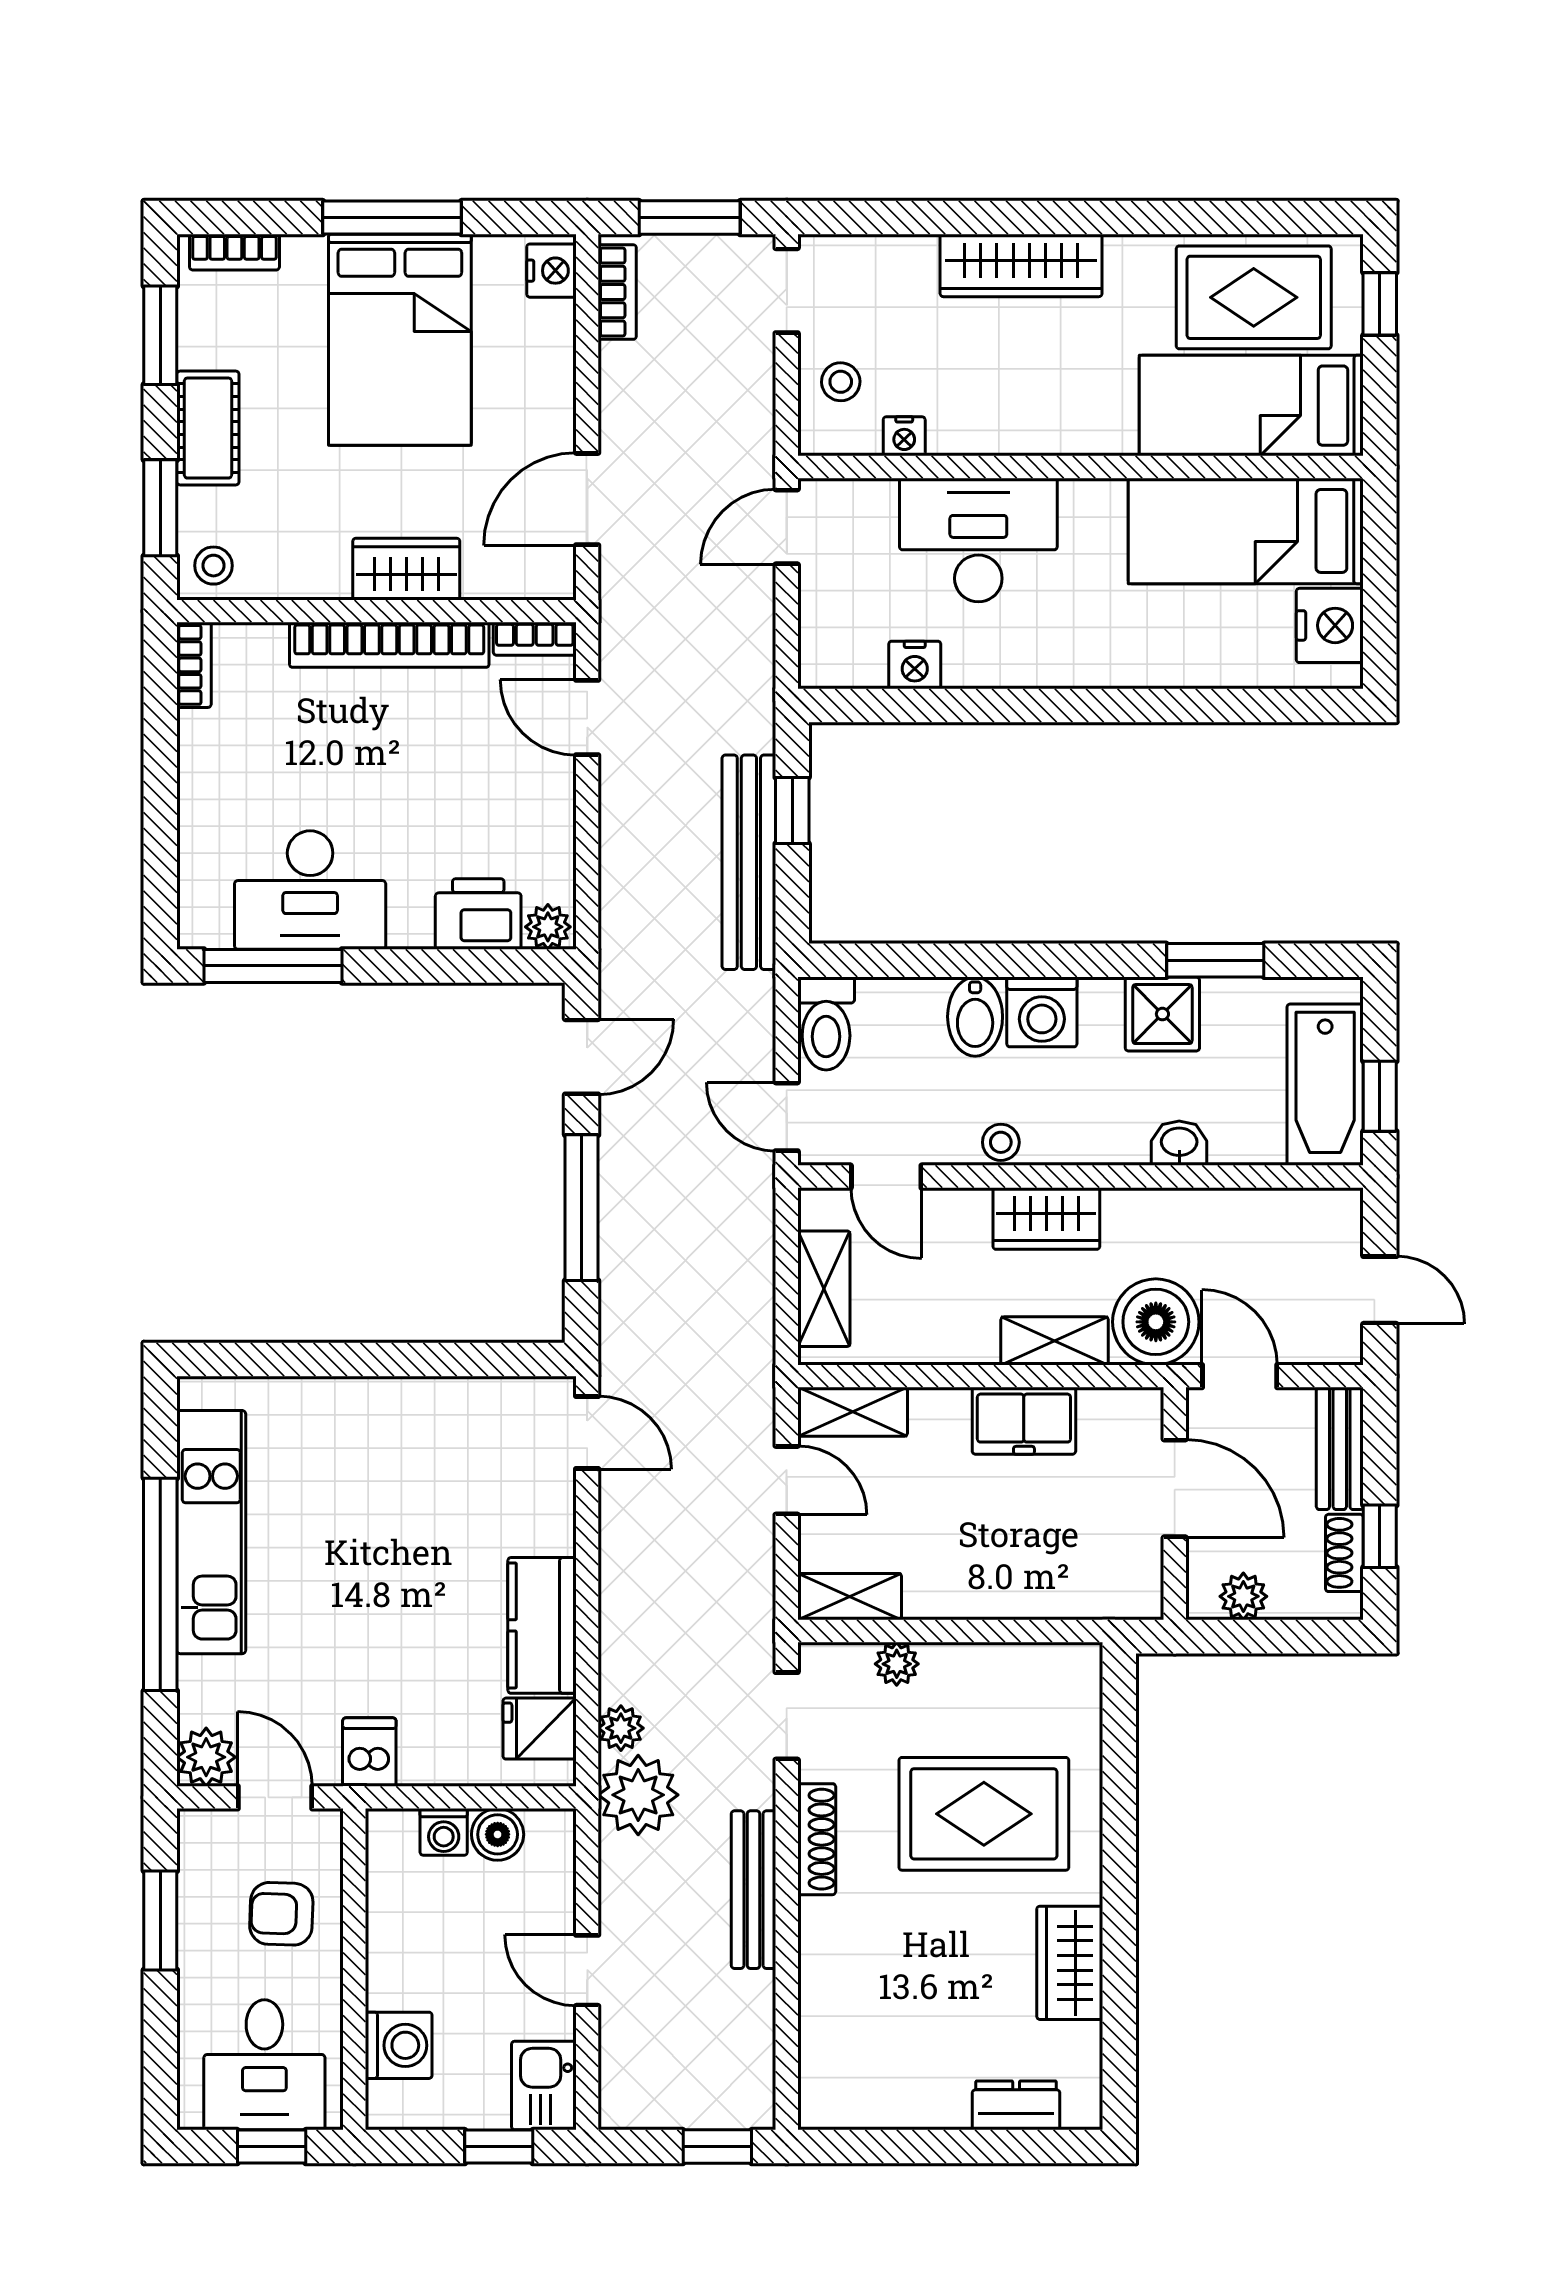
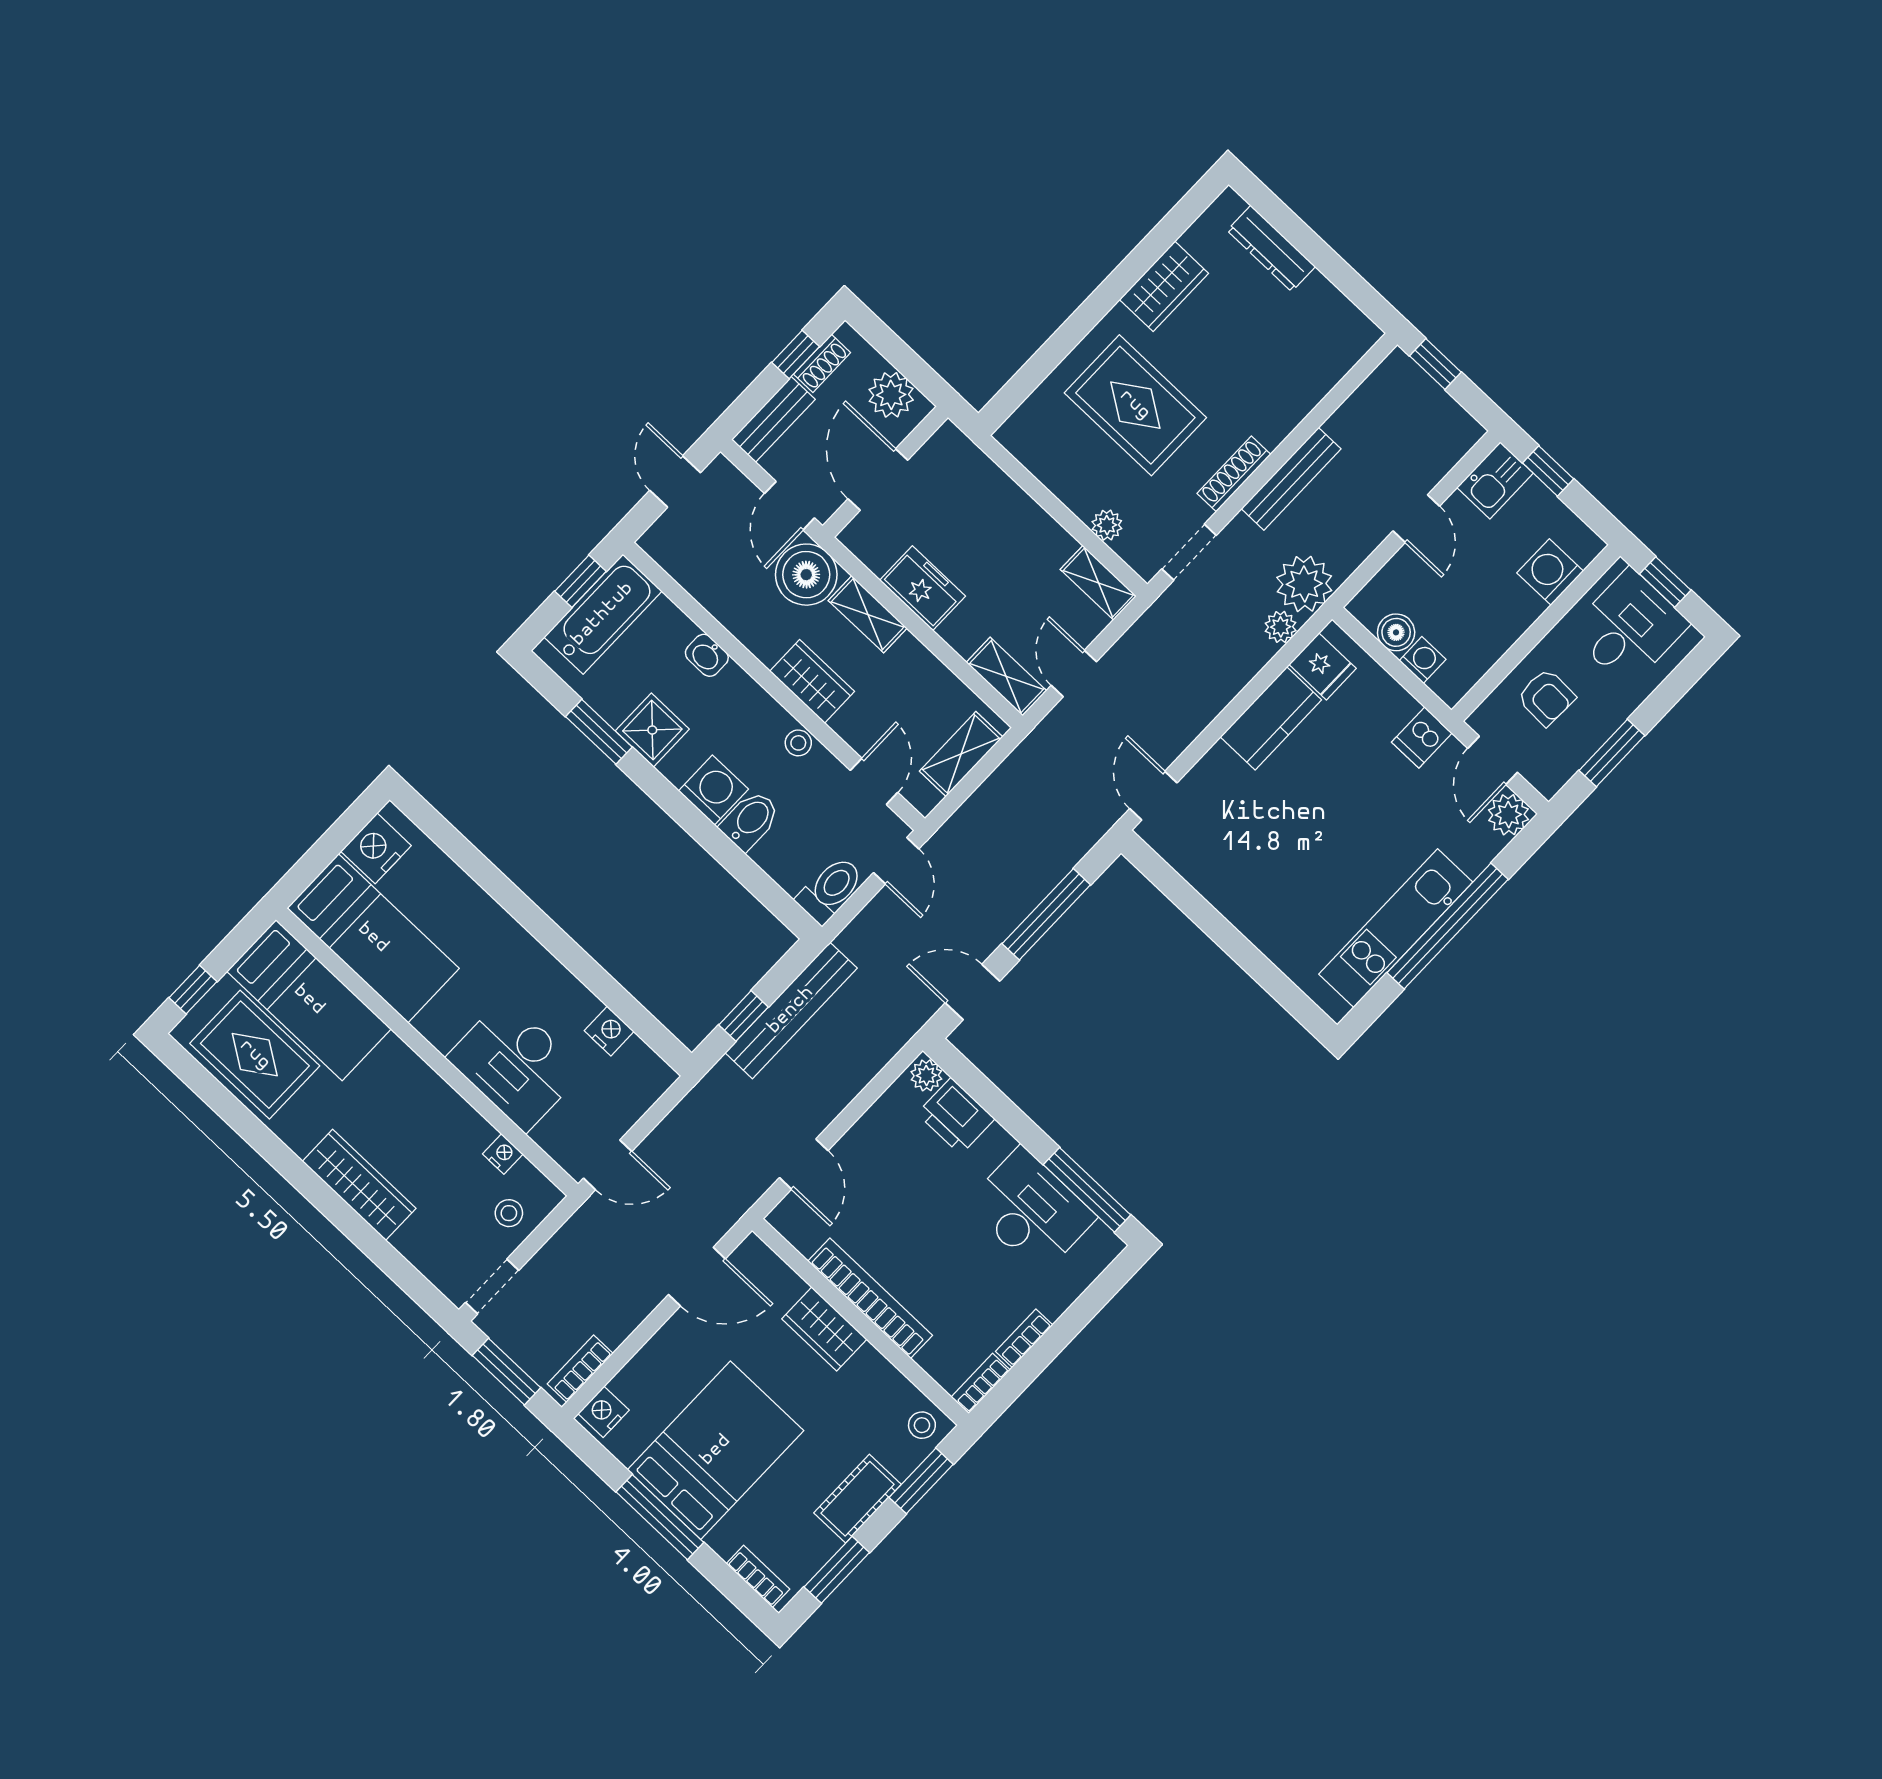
bookcase: (535, 639) -> (1024, 1338), moved, turned -90
plant: (1243, 1596) -> (891, 395), width x1.38, depth x1.38
dresser: (1016, 2105) -> (1271, 249), width x1.44

